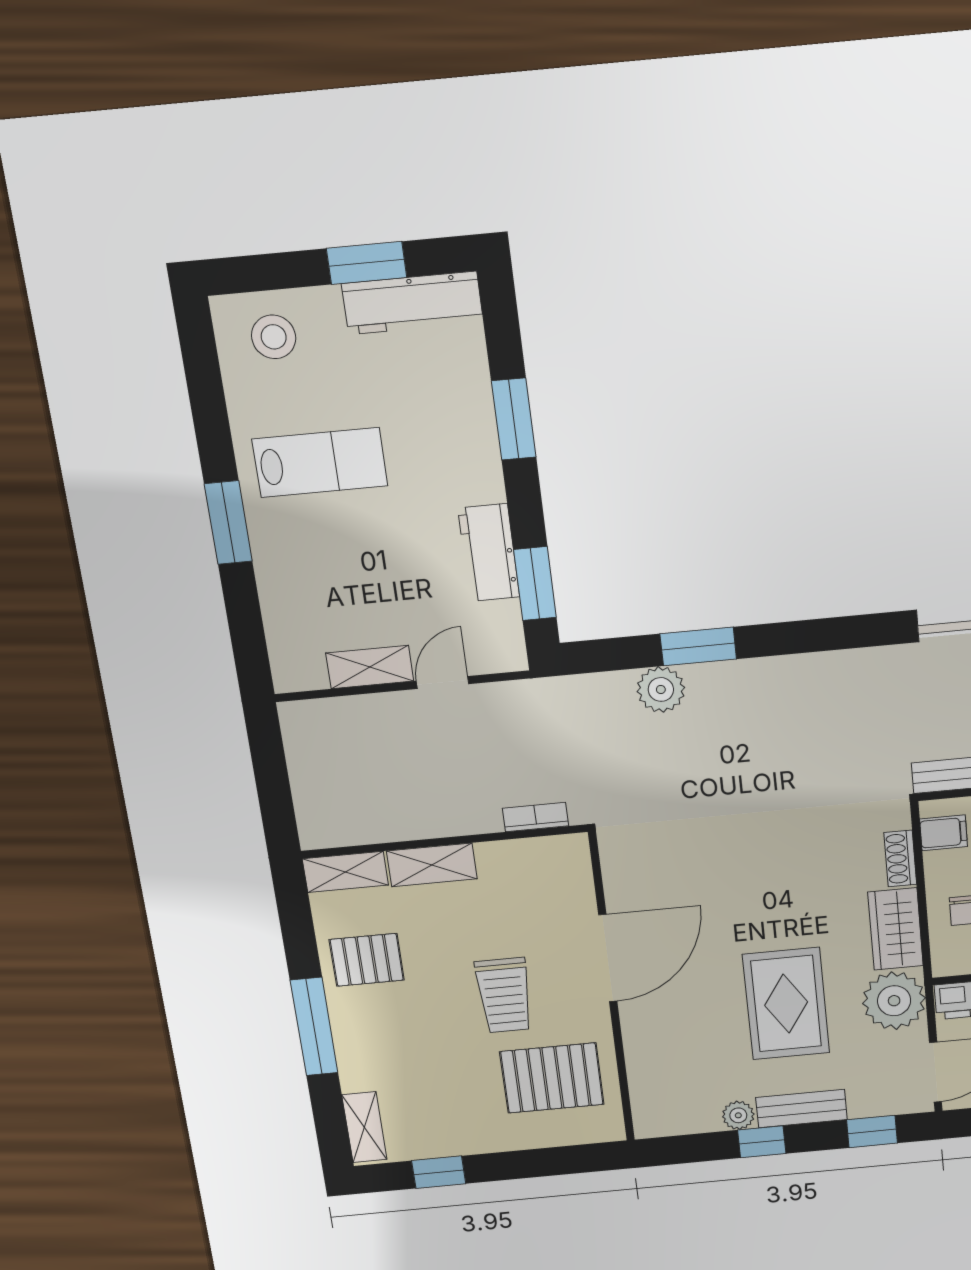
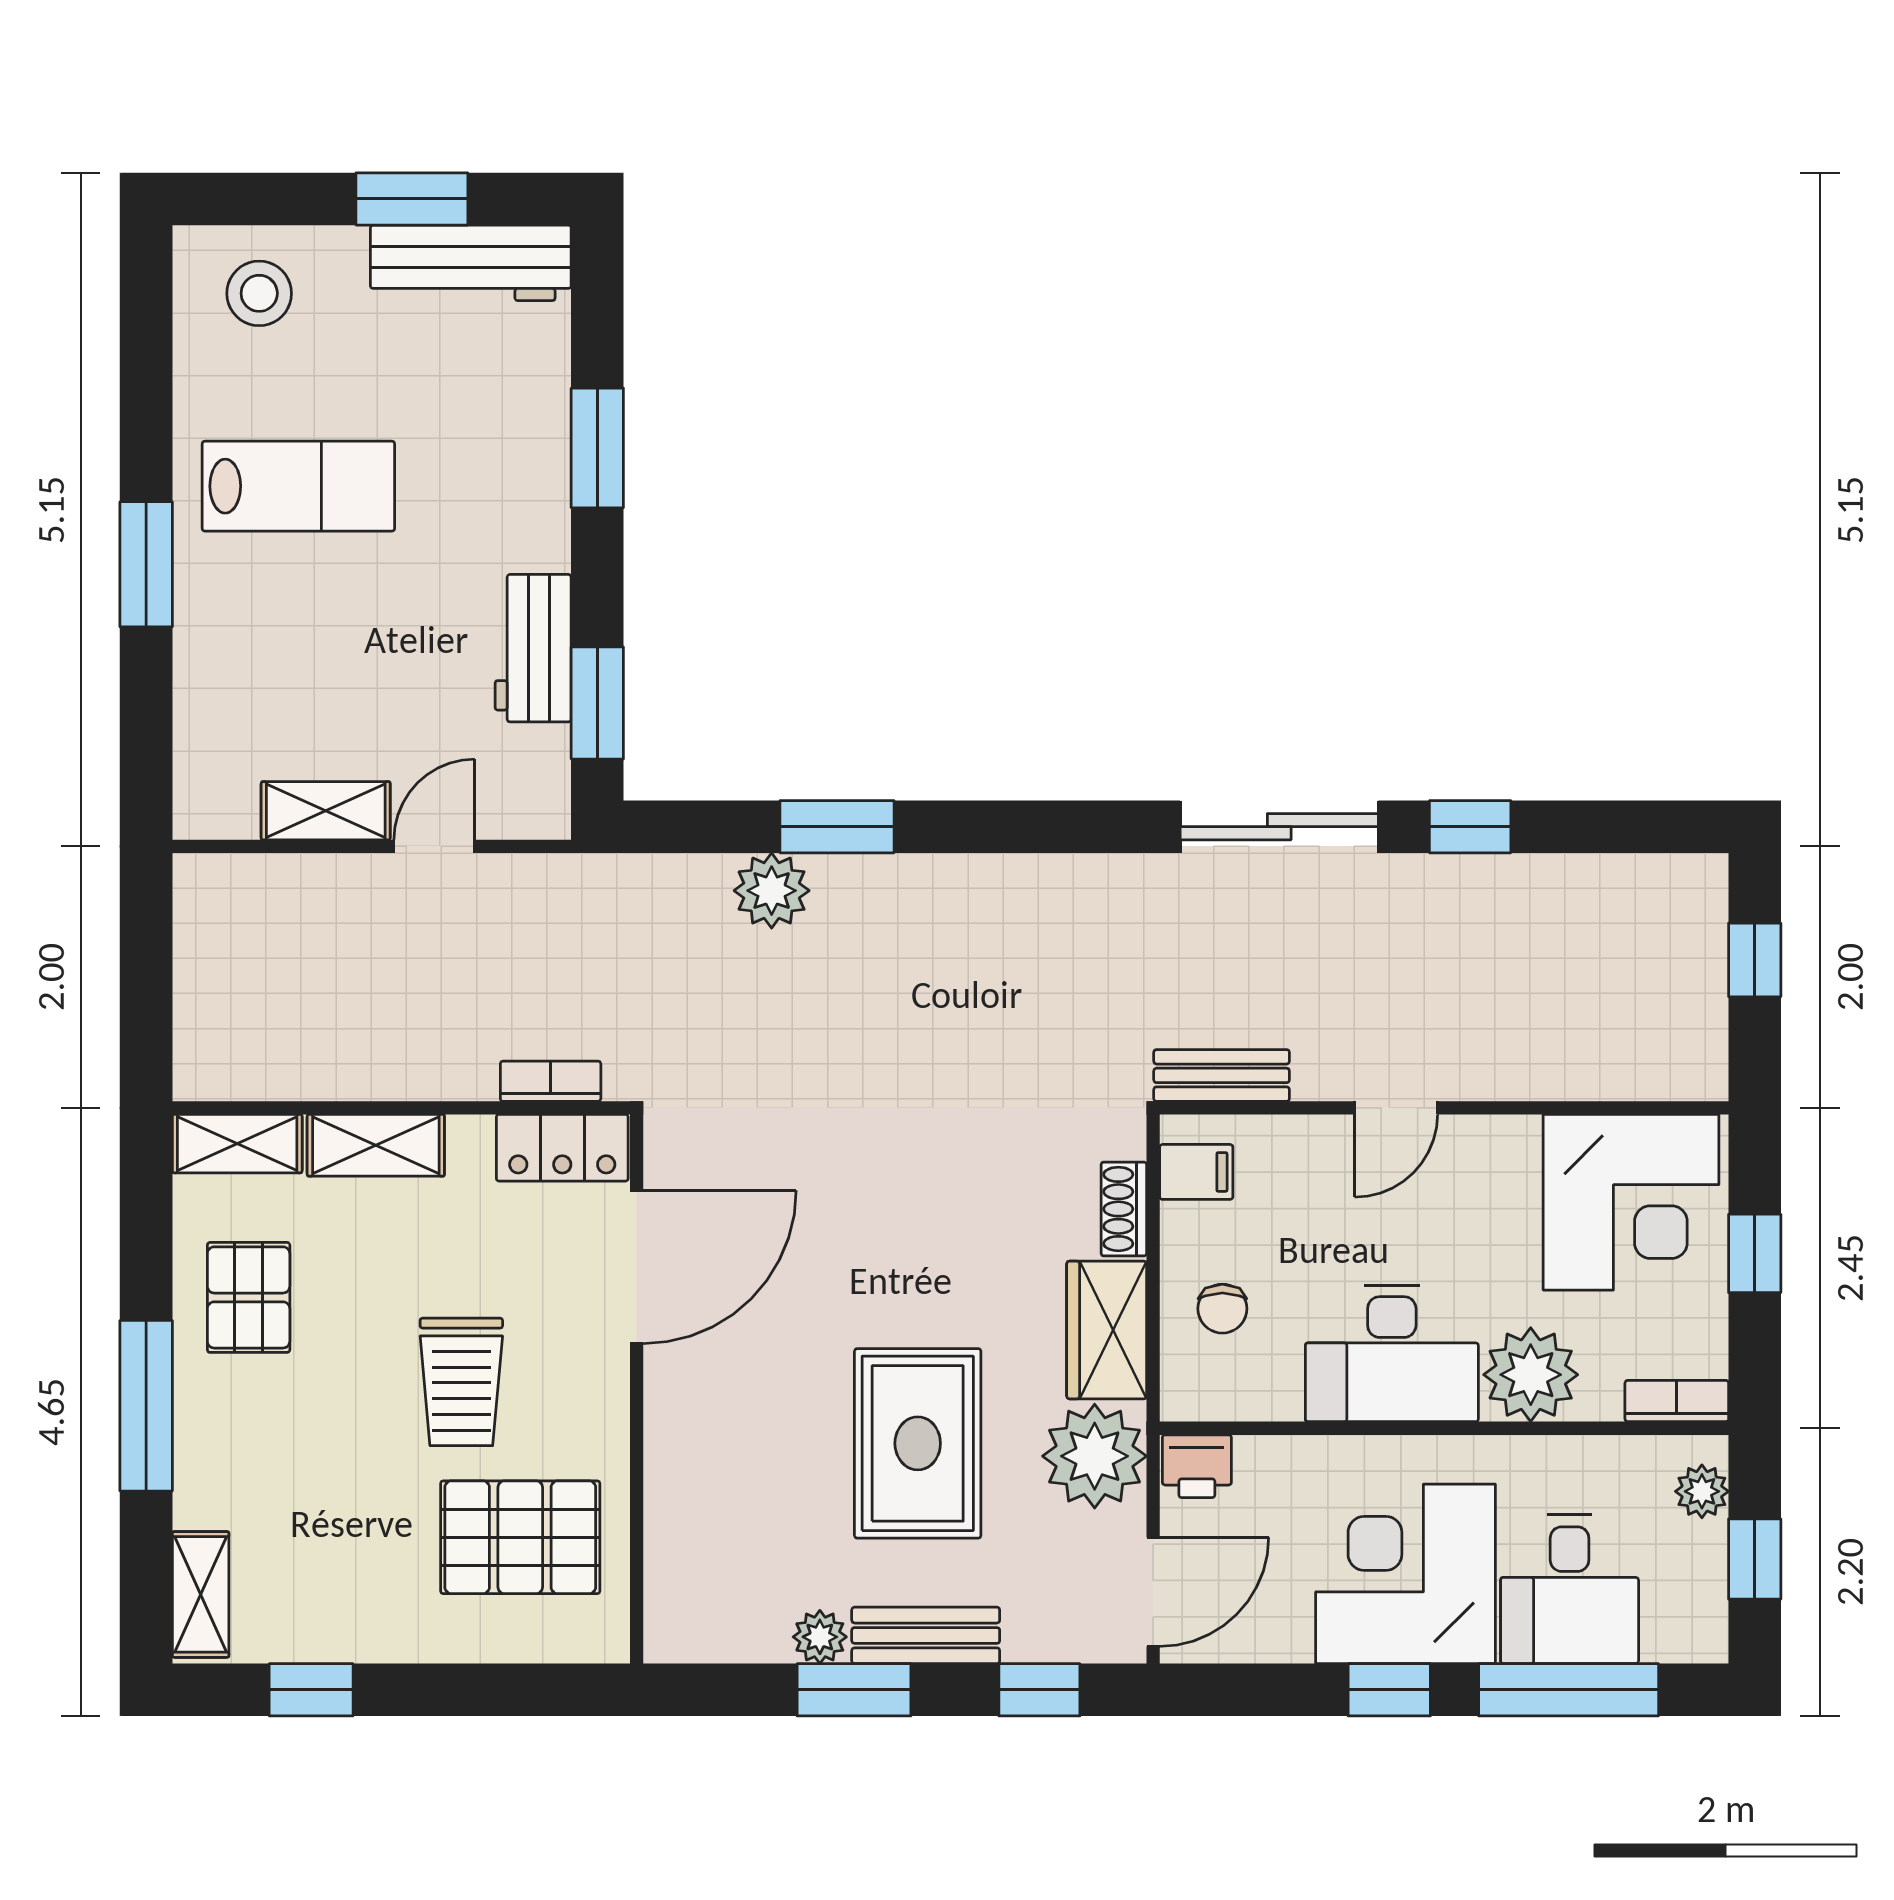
locker: (548, 855) -> (562, 1148), added
door: (608, 958) -> (637, 1267), moved
pallet: (367, 960) -> (249, 1297), turned 90
window: (762, 1142) -> (854, 1690), width x1.50

